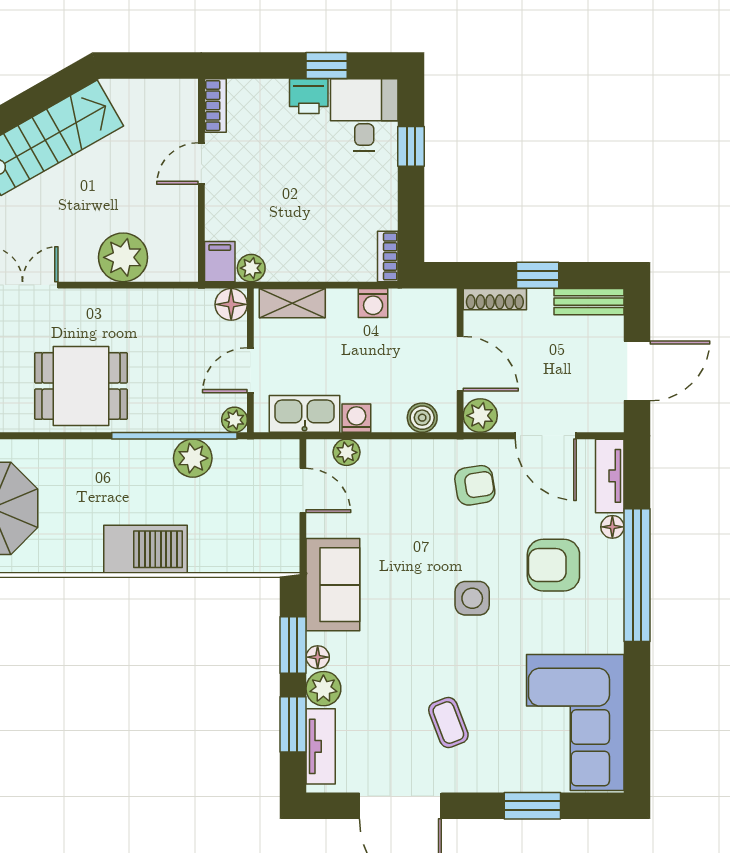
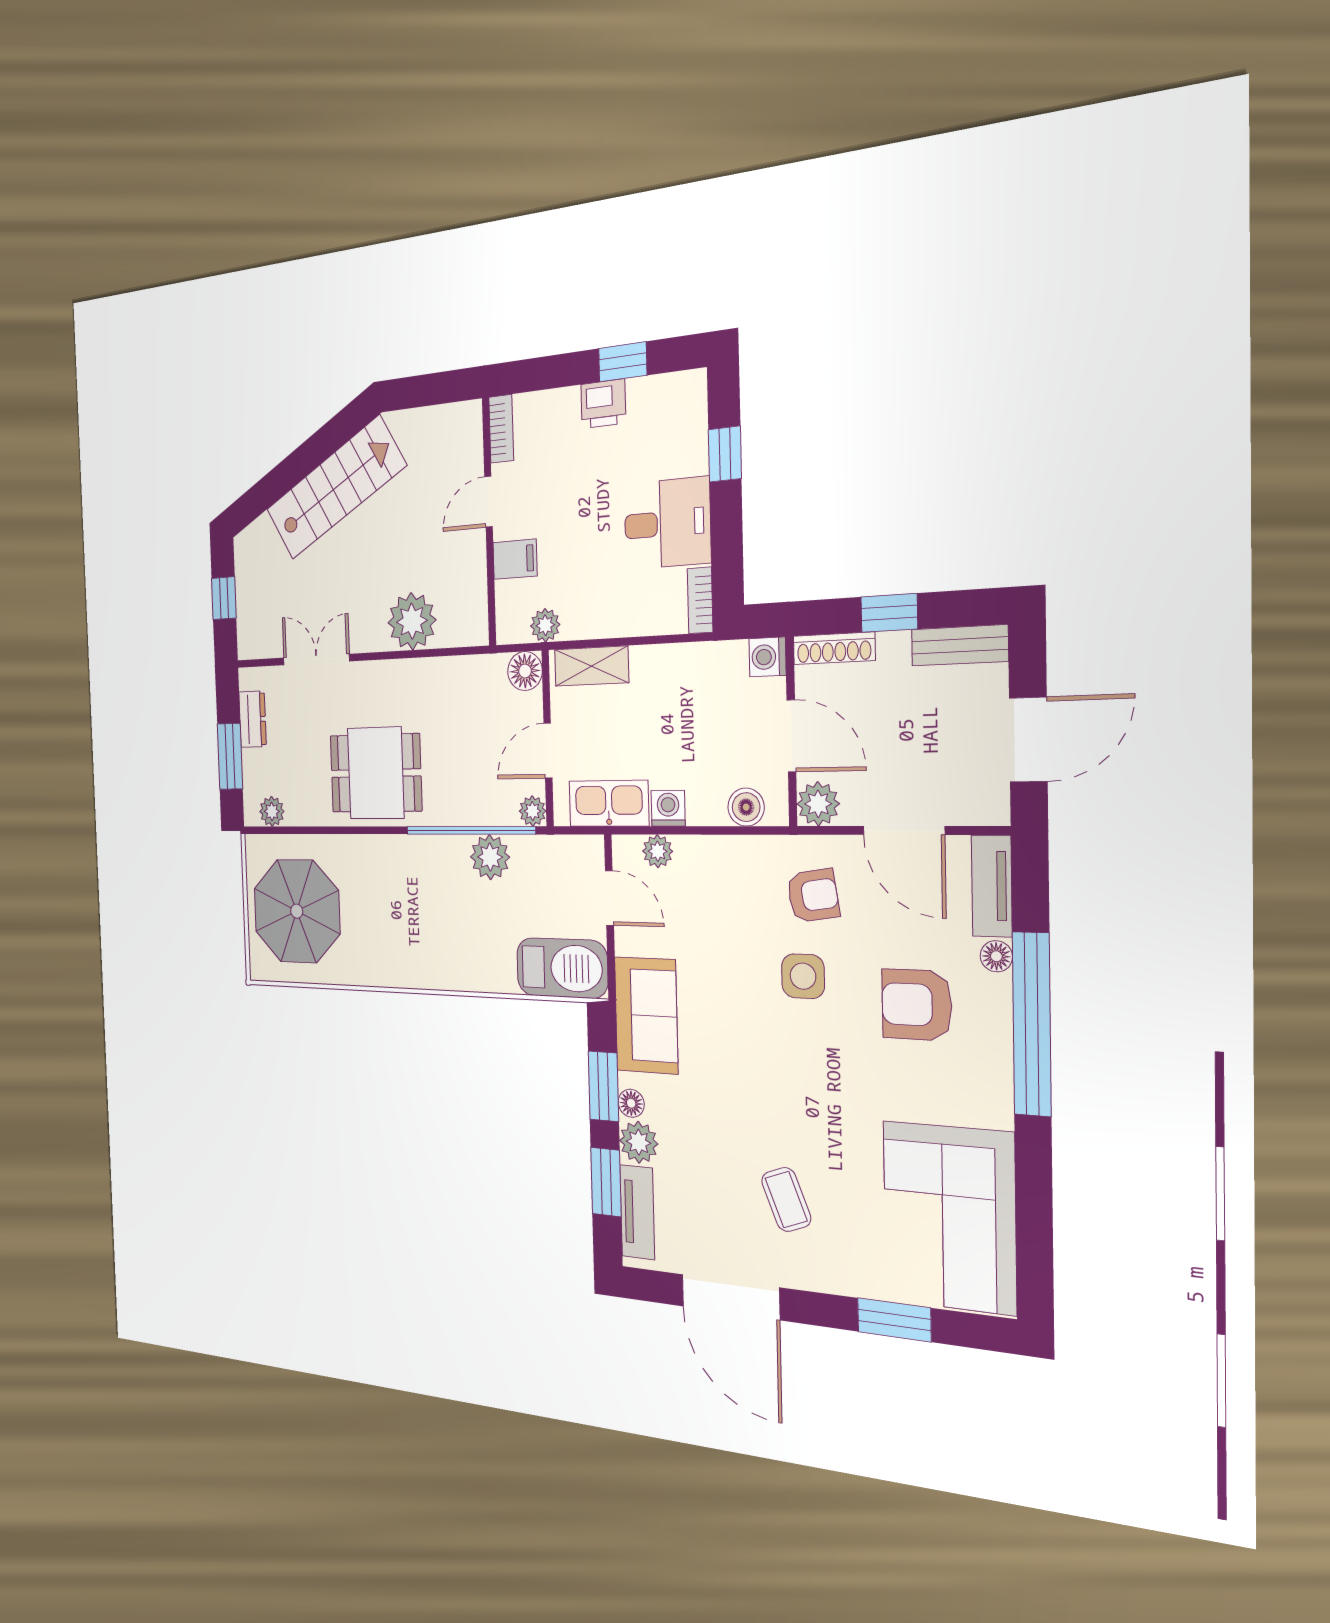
desk: (364, 115) -> (667, 523), moved, turned 90
filing cabinet: (220, 262) -> (515, 559), moved, turned 90
washing machine: (373, 303) -> (767, 657), moved, turned 90
barbecue: (146, 549) -> (562, 968), moved
side table: (472, 598) -> (803, 976), moved

